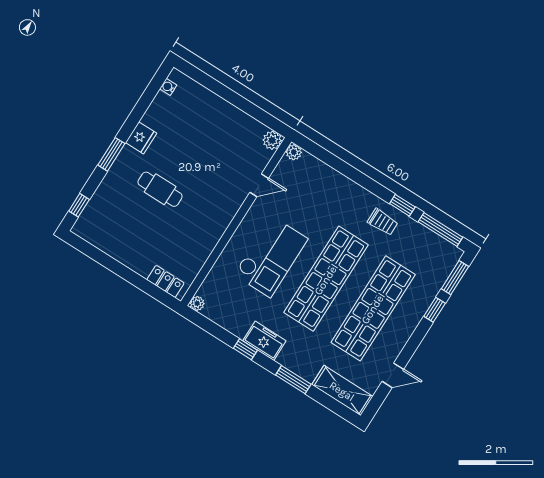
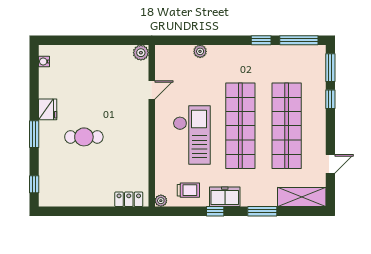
plant: (294, 152) -> (200, 51), moved
trolley: (383, 222) -> (188, 190), moved

